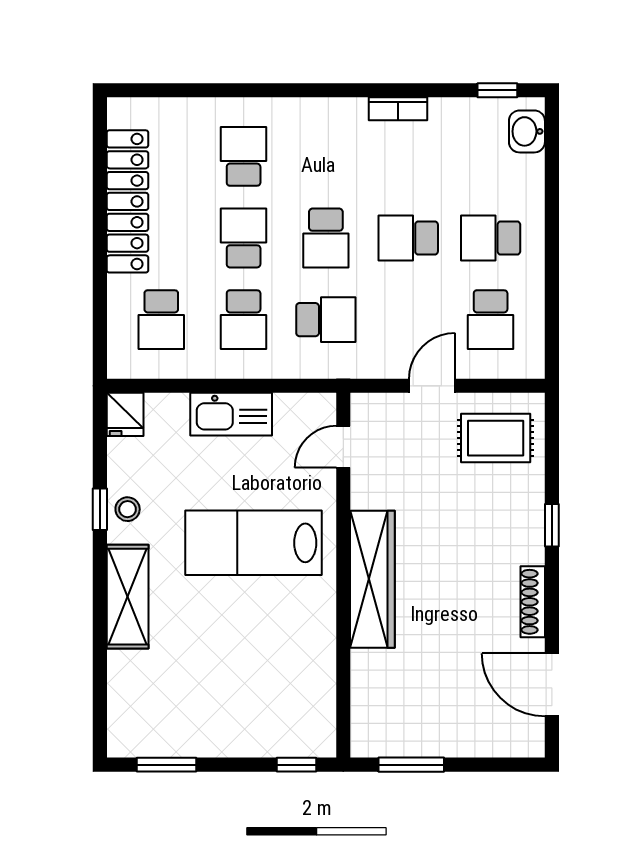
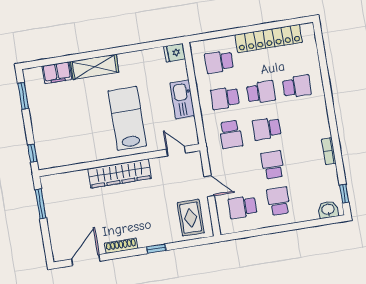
window: (100, 509) -> (131, 48), removed
stool: (128, 509) -> (133, 61), removed
filing cabinet: (127, 682) -> (57, 73), added

